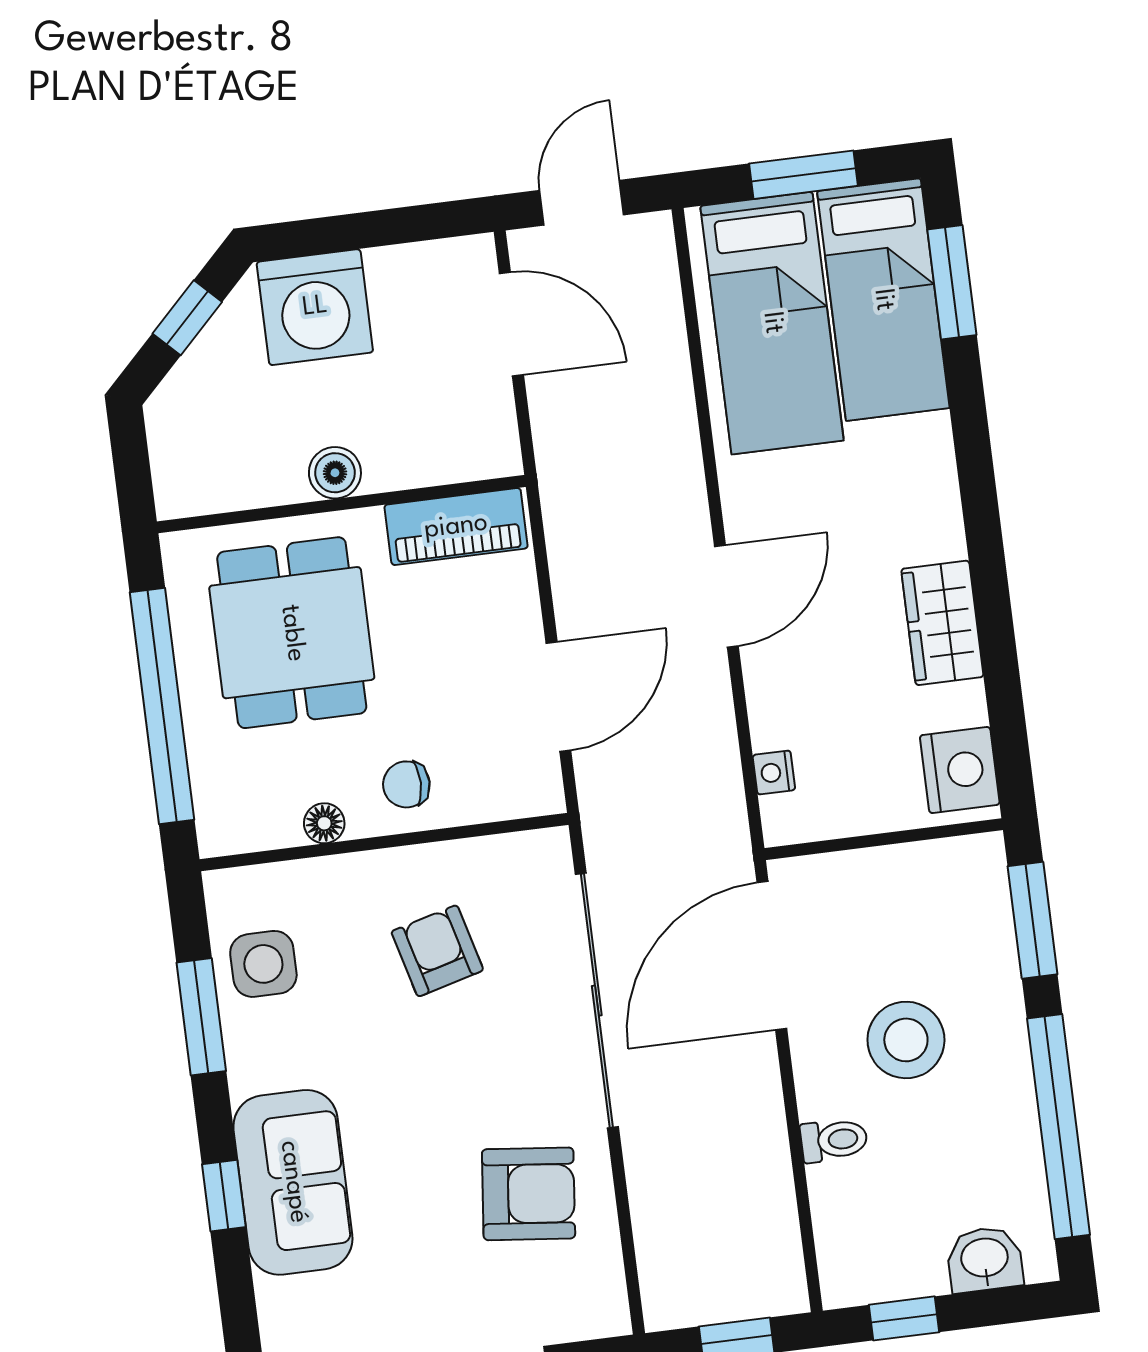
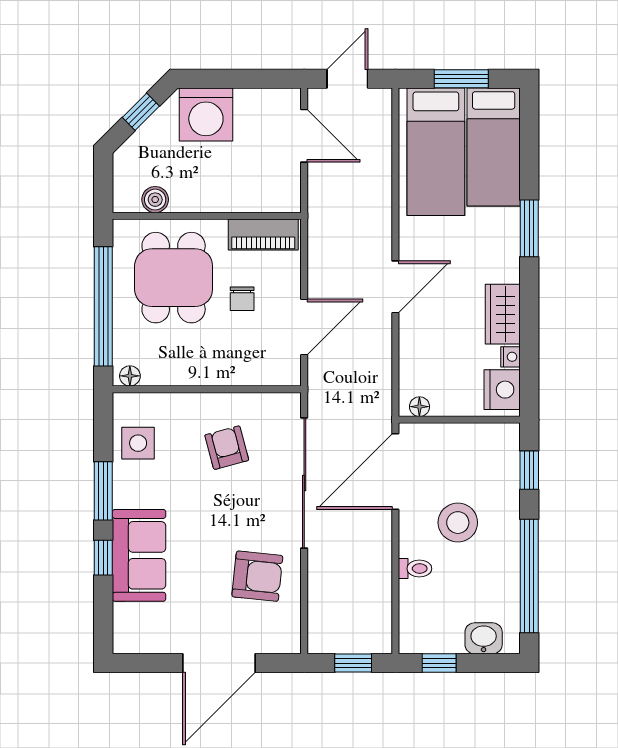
window: (952, 282) -> (529, 228), moved
boiler: (335, 473) -> (155, 200), moved
nightstand: (774, 772) -> (511, 357), moved, turned 180
chair: (406, 784) -> (242, 299), moved, turned -90
floor lamp: (324, 823) -> (130, 376), moved
floor lamp: (803, 824) -> (419, 407), added
window: (1032, 920) -> (529, 470), width x0.67
window: (201, 1017) -> (103, 491), moved

